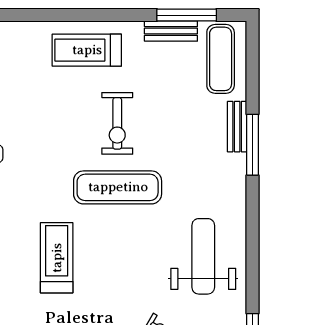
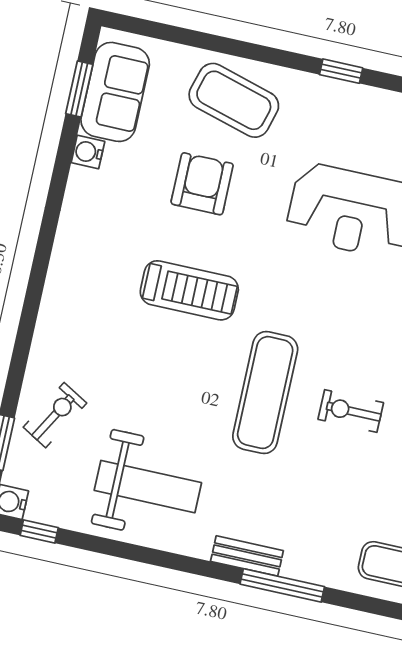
exercise bike: (117, 123) -> (351, 411), width x0.73, depth x0.72
bench: (237, 127) -> (247, 556), moved

